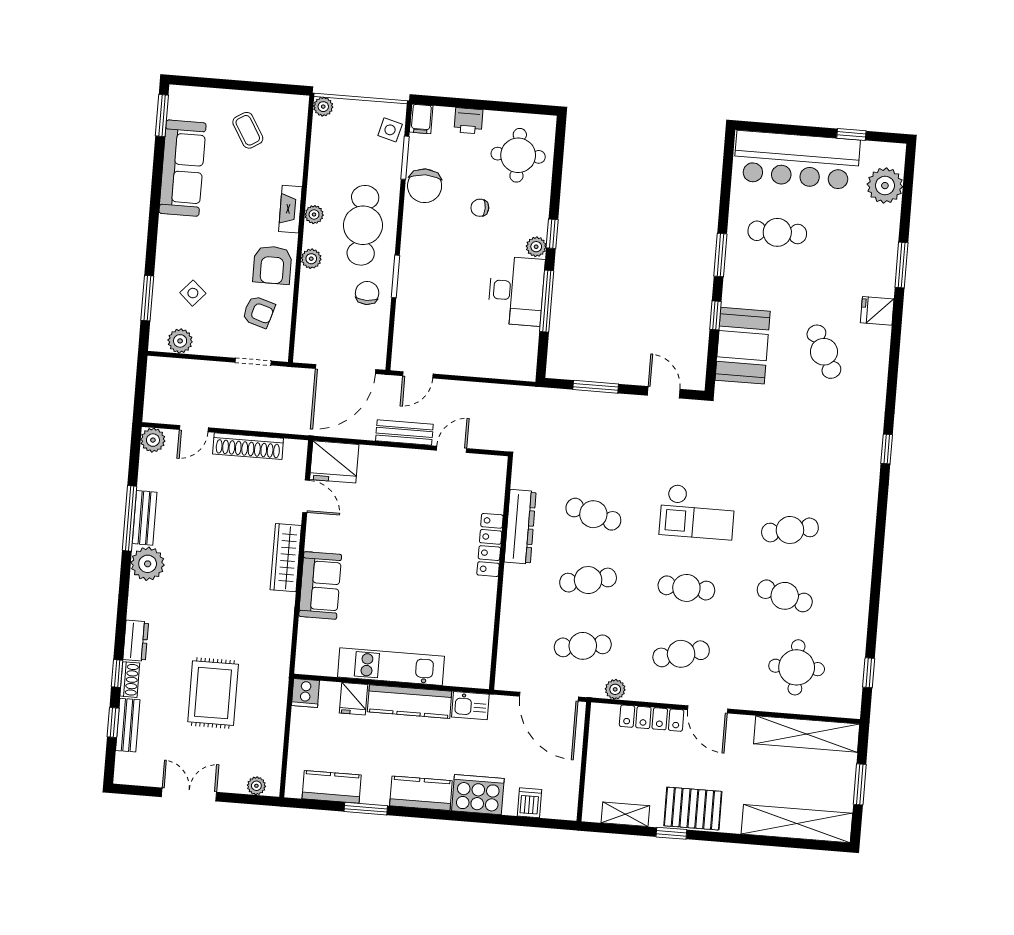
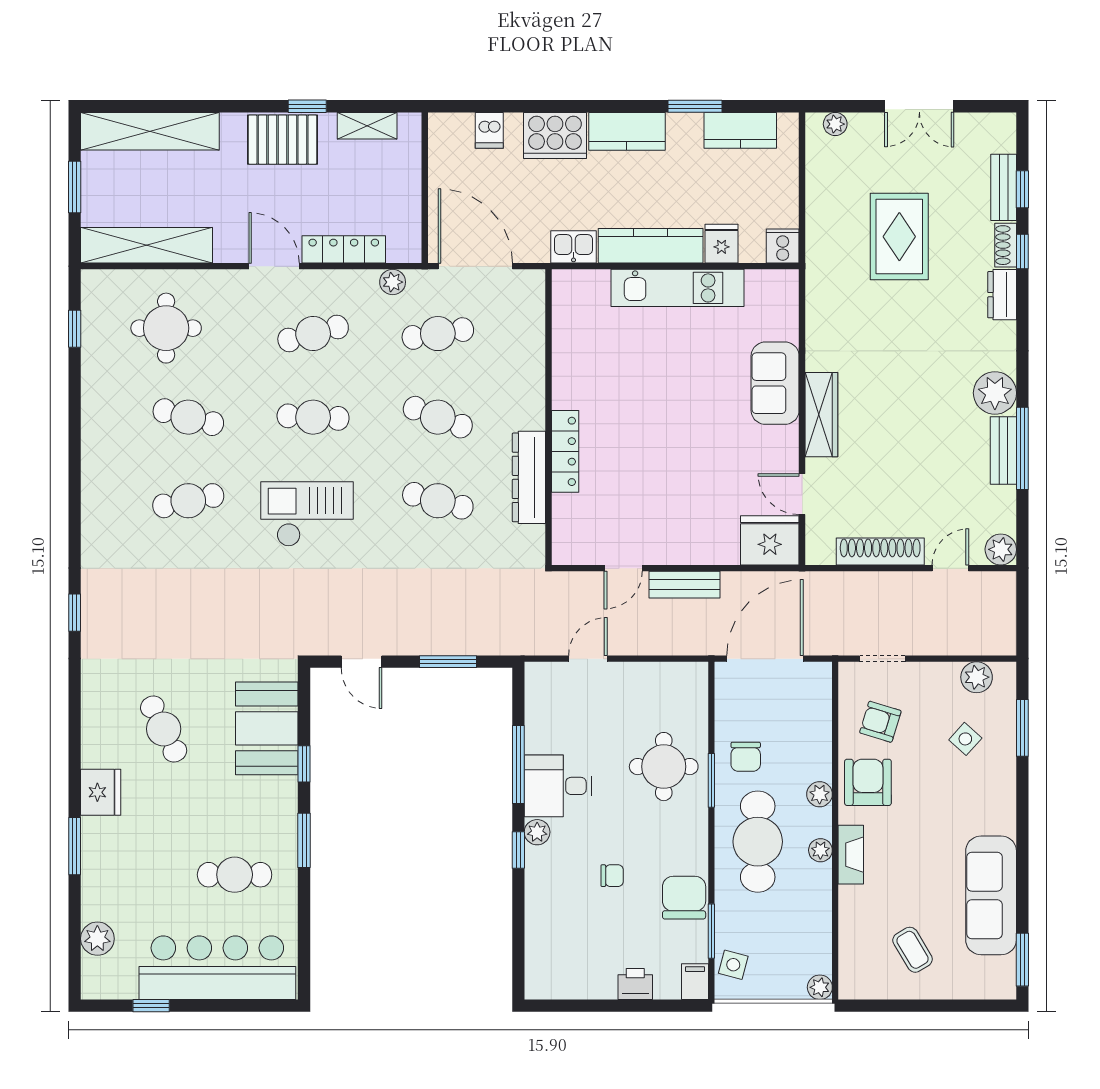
round table: (518, 155) -> (664, 767), moved
plant: (885, 186) -> (97, 939), width x0.73, depth x0.73
desk: (516, 291) -> (558, 786), width x0.73
fridge: (877, 311) -> (101, 792), width x1.38
door: (418, 375) -> (588, 659), moved
cafe table: (588, 580) -> (438, 417), turned 33

